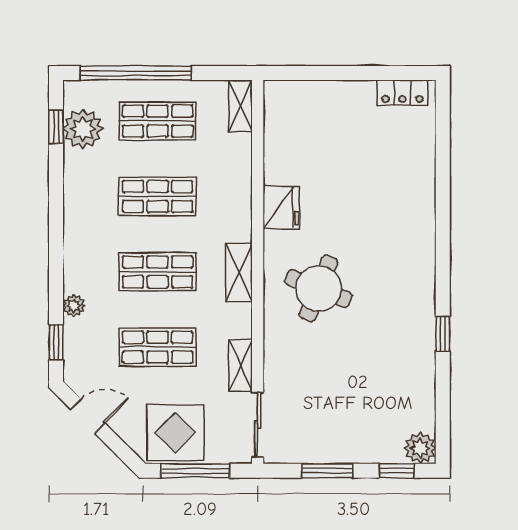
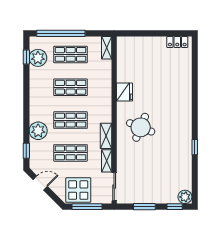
shelving: (239, 273) -> (106, 136), moved
plant: (74, 306) -> (38, 131), width x1.88, depth x1.88

